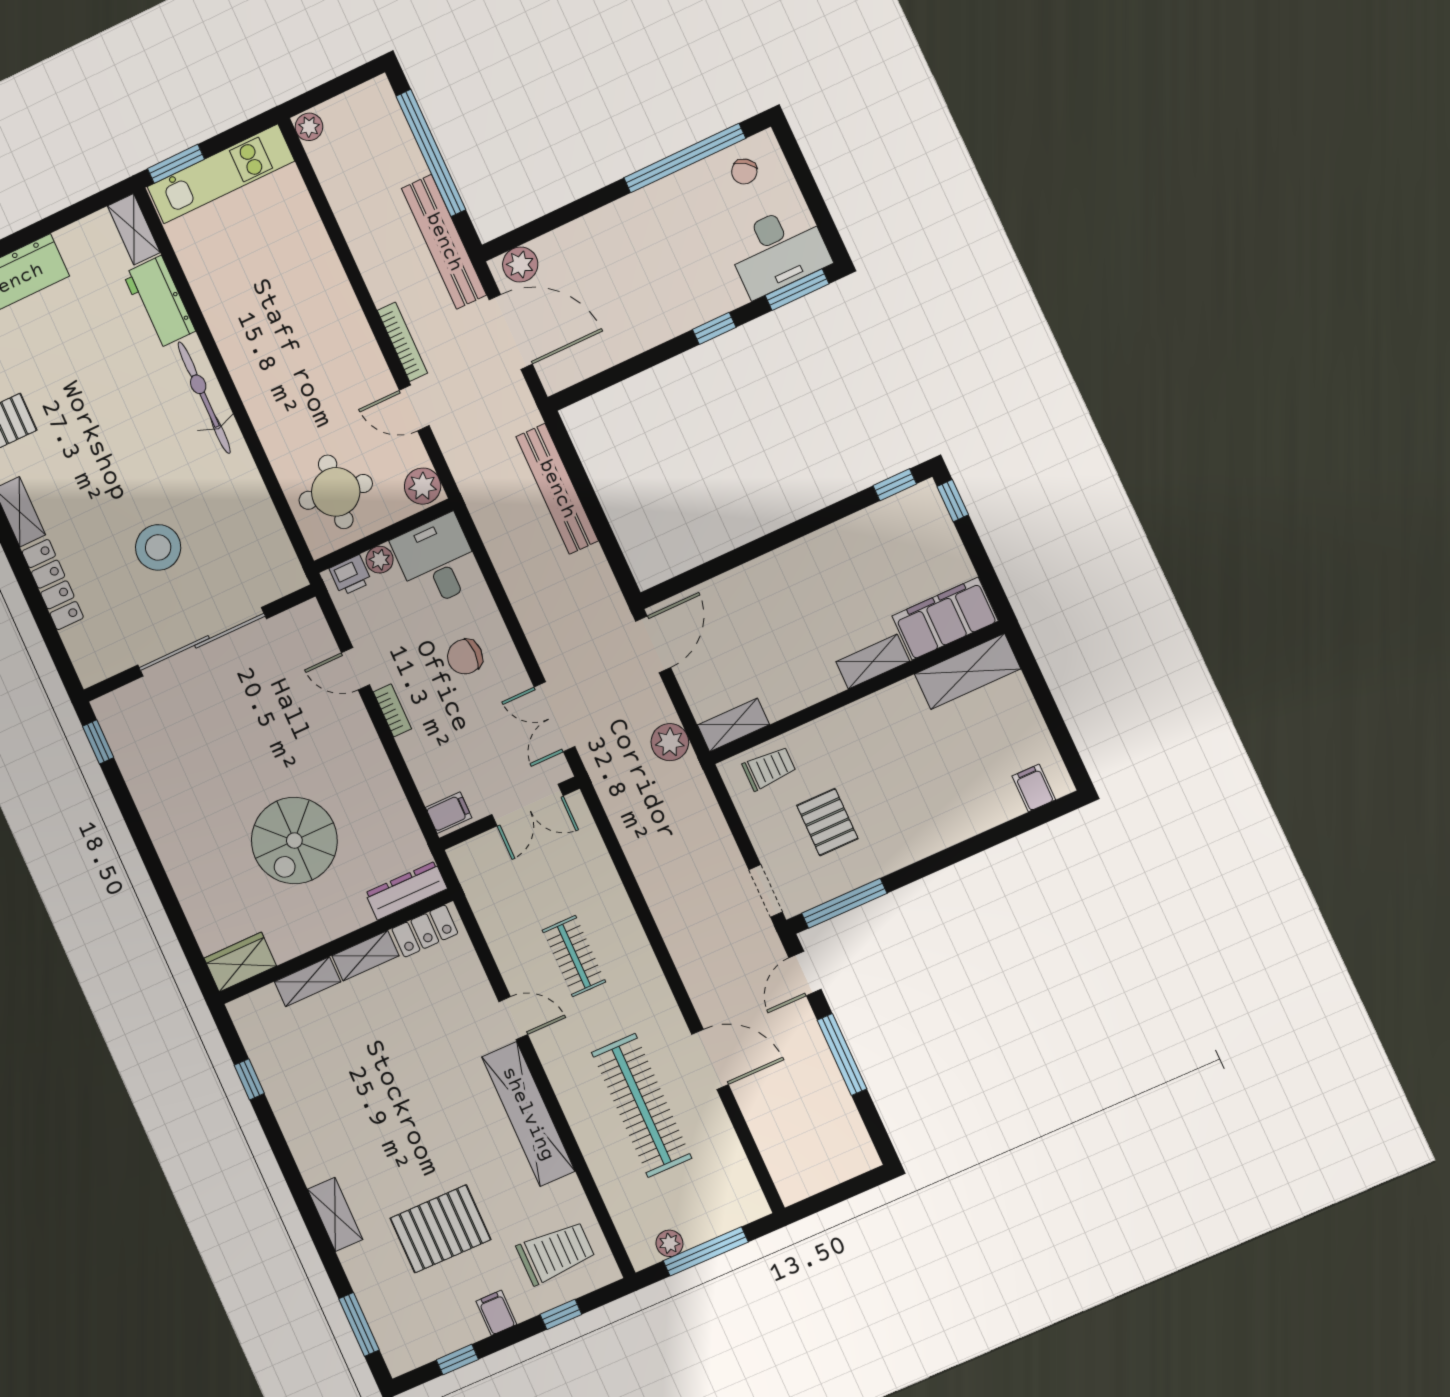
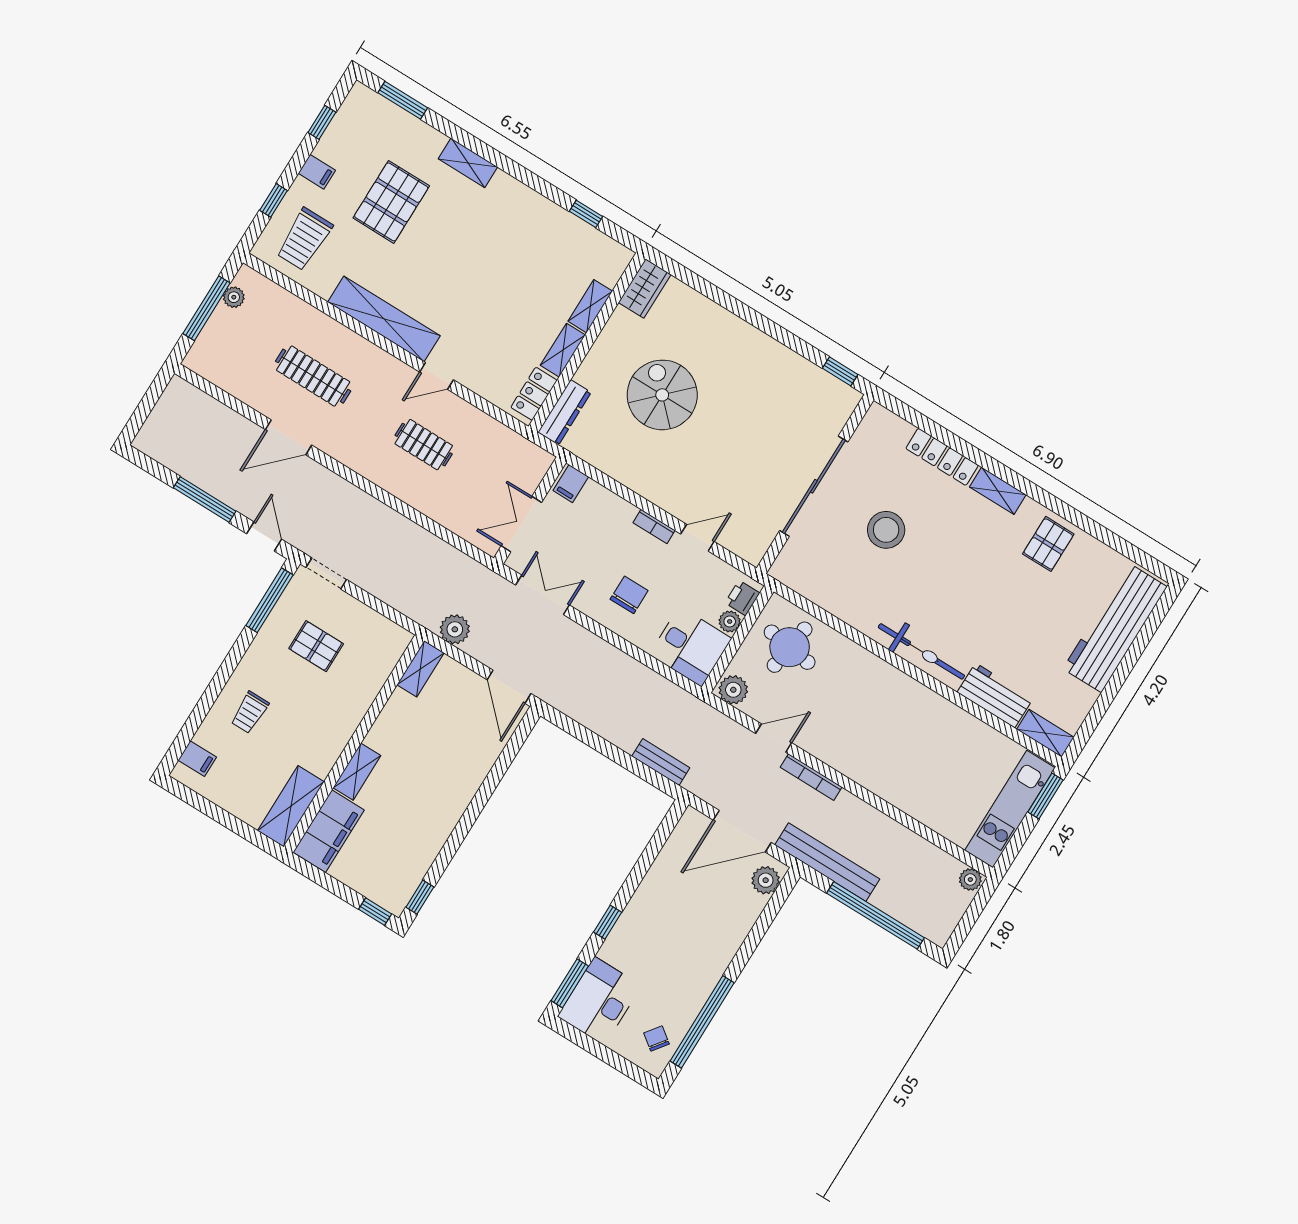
bench: (557, 489) -> (661, 762), width x0.54, depth x0.82
trolley: (769, 768) -> (250, 712), moved
clothes rail: (642, 1105) -> (313, 376), width x0.73, depth x0.76

